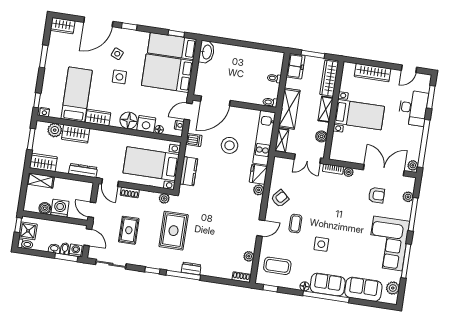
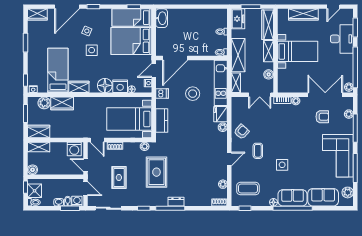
dresser: (83, 171) -> (73, 133), removed
boiler: (45, 208) -> (33, 170), moved
washing machine: (60, 208) -> (74, 149), moved, turned 180

